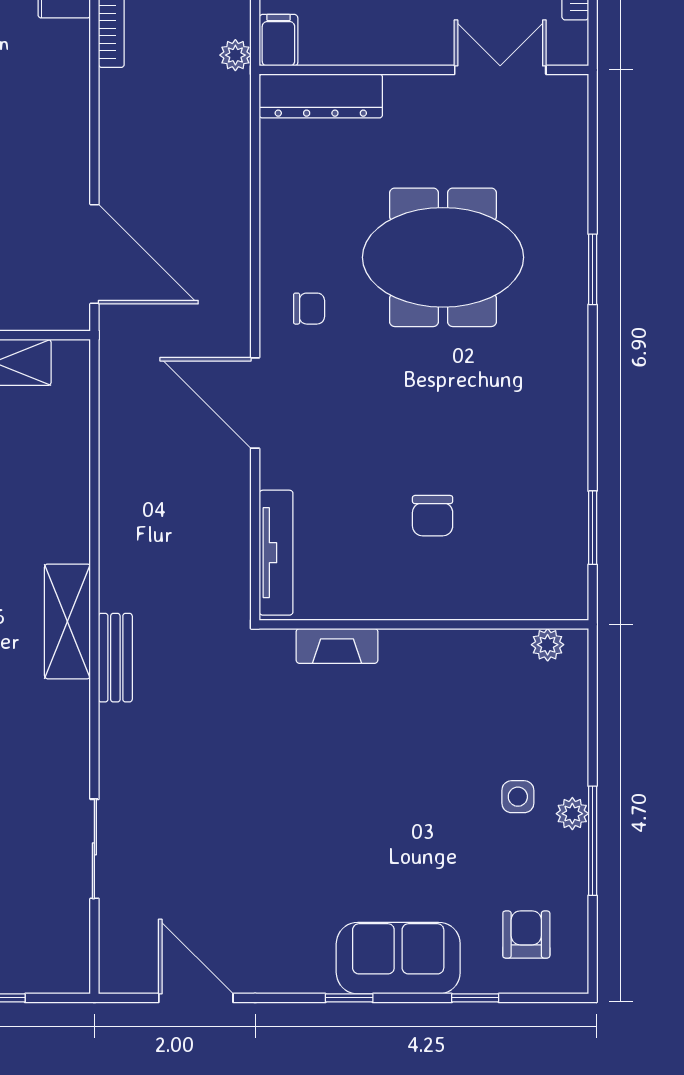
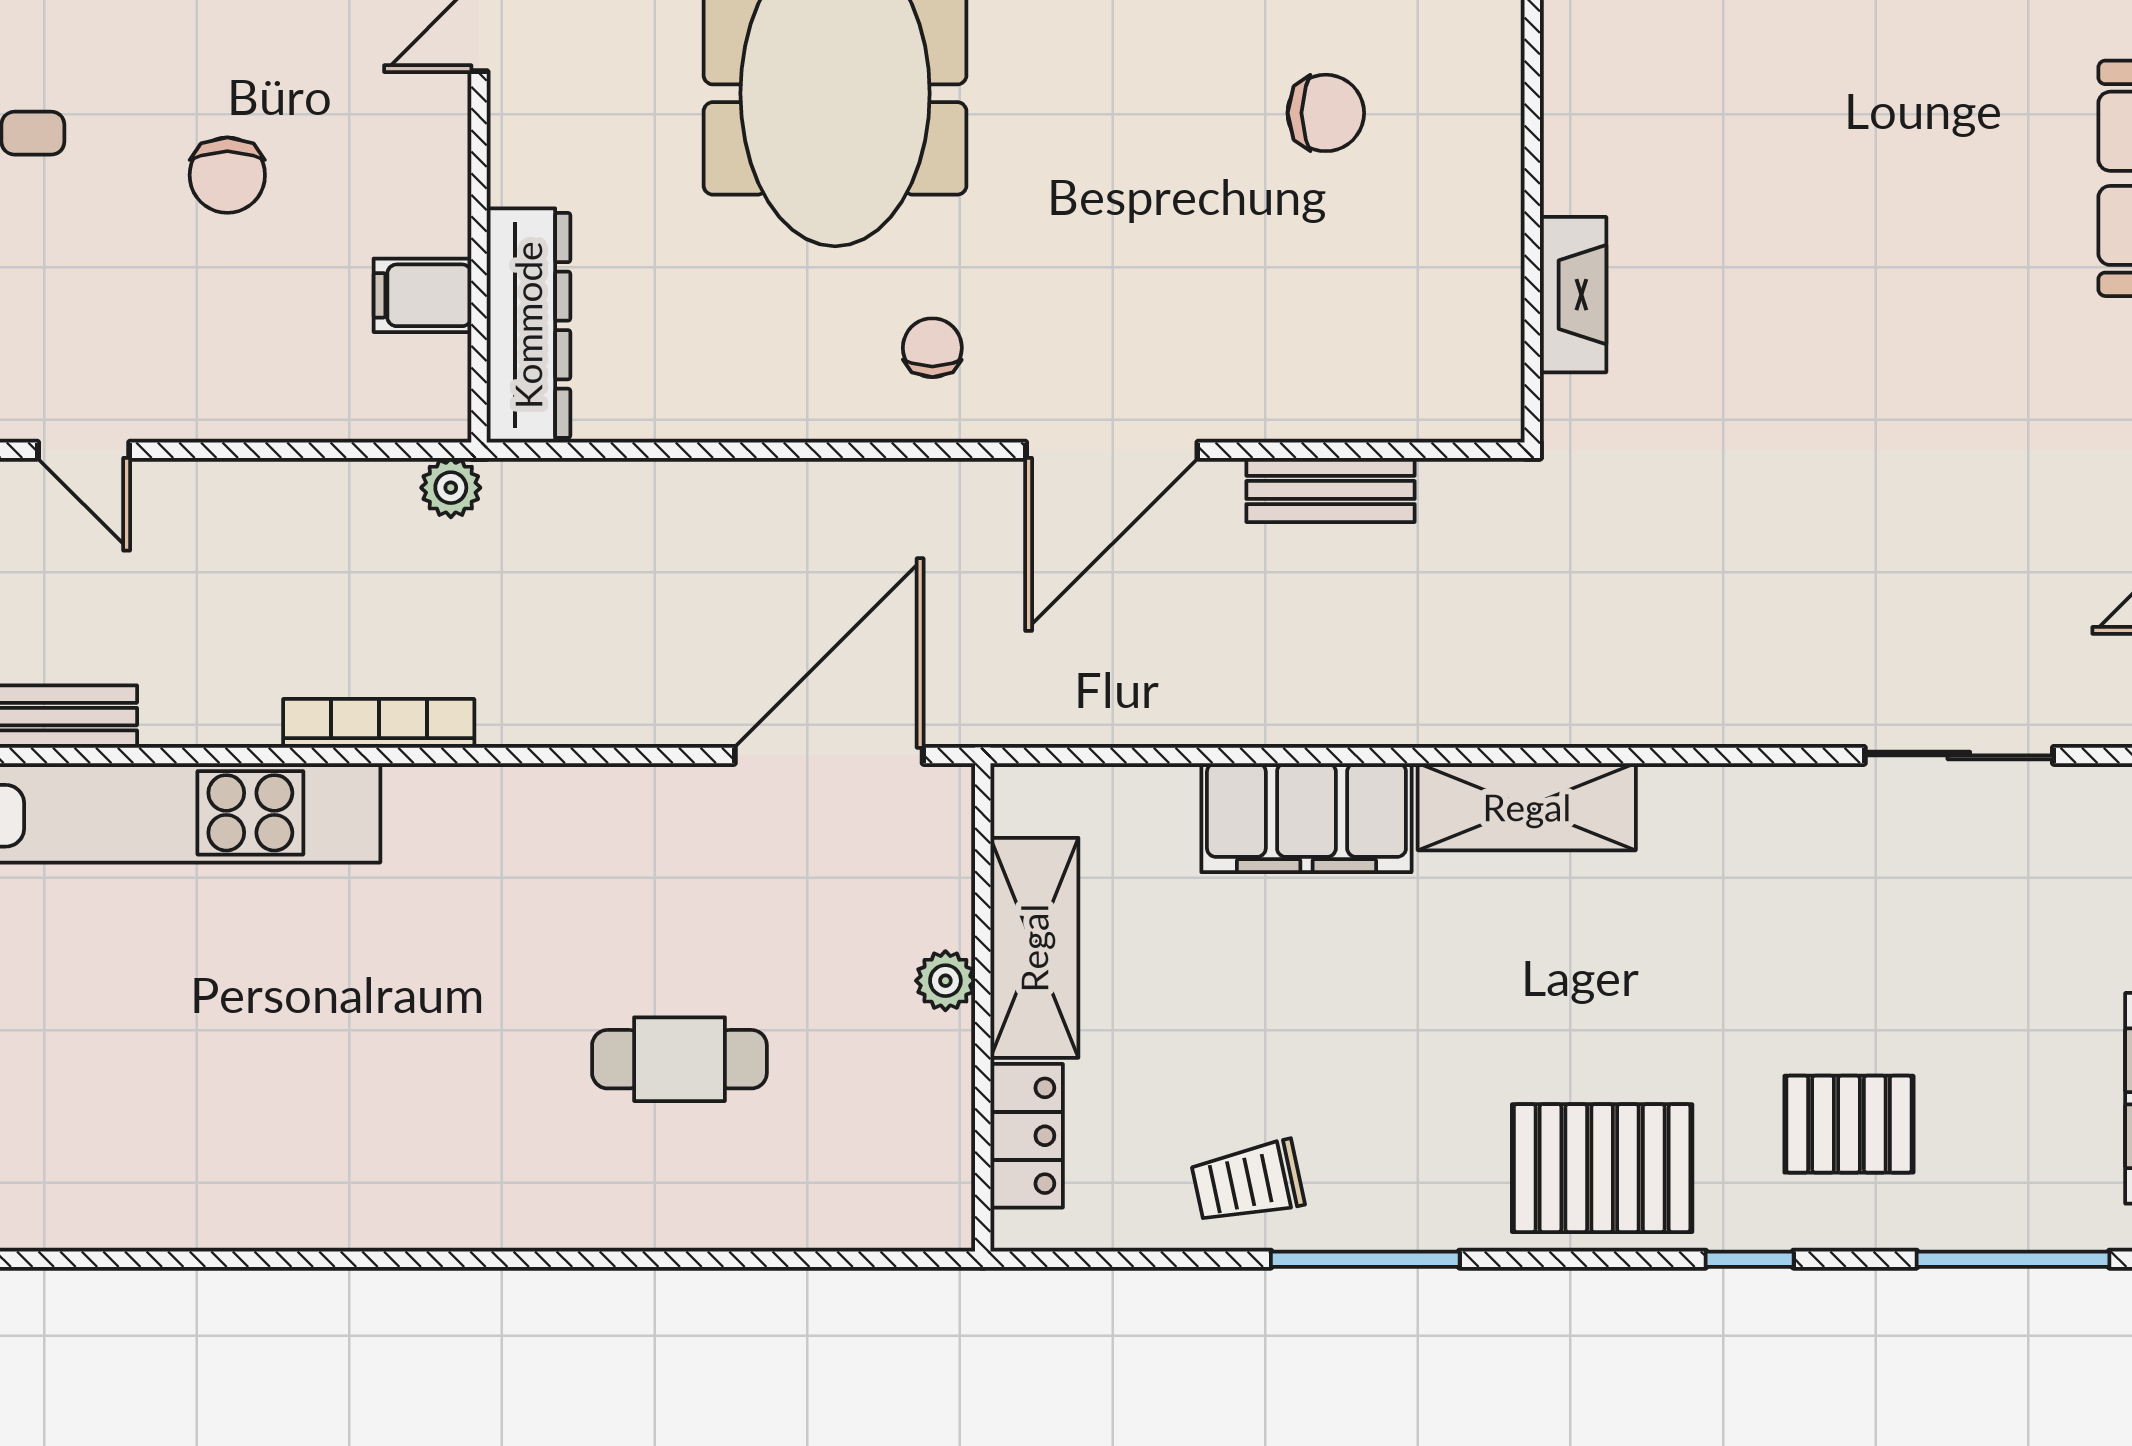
filing cabinet: (278, 40) -> (423, 295), moved
filing cabinet: (62, 505) -> (1306, 818), added
tv unit: (276, 553) -> (1396, 410), removed
bench: (115, 658) -> (1330, 490), moved

